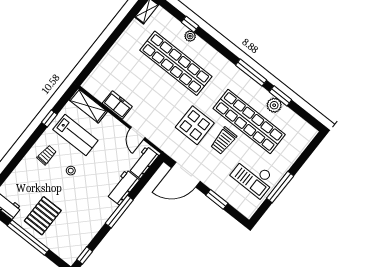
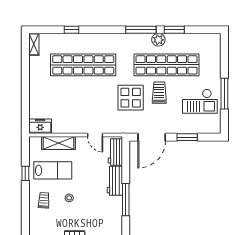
plant: (190, 36) -> (78, 38), removed
freezer: (117, 105) -> (40, 126), moved
plant: (274, 105) -> (158, 40), moved
shelving: (88, 106) -> (59, 143), moved
trolley: (224, 141) -> (159, 93), turned 180

